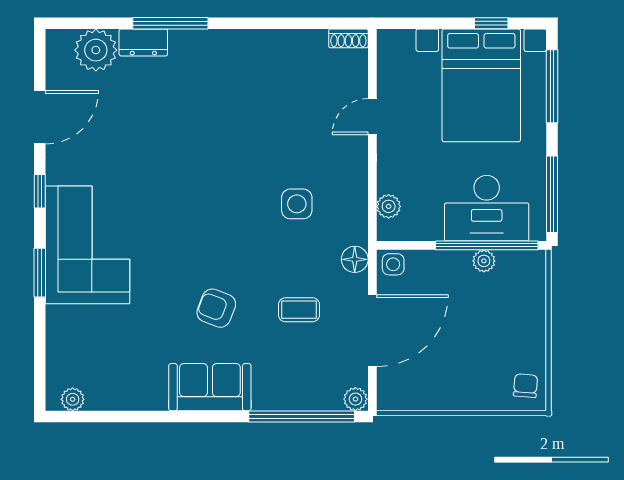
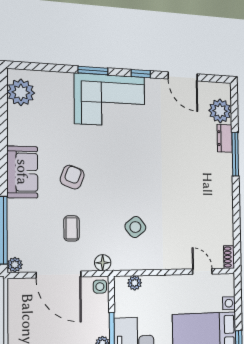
door: (372, 117) -> (202, 271), moved
side table: (297, 204) -> (135, 227), turned -38
plant: (73, 399) -> (21, 92), width x1.87, depth x1.87

